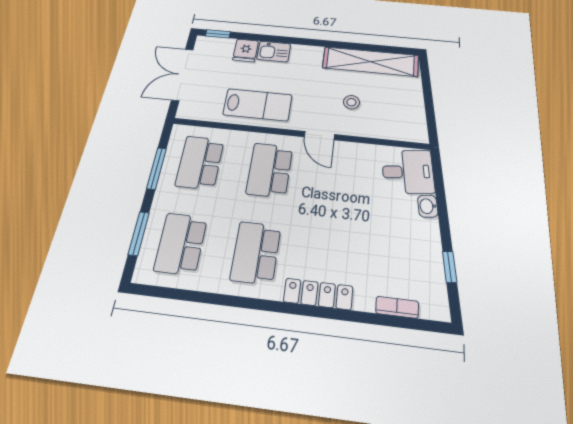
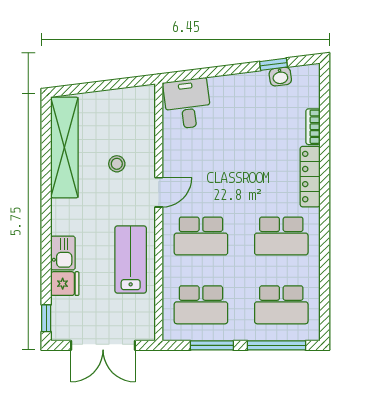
washbasin: (428, 206) -> (280, 77), moved
window: (139, 233) -> (276, 345), width x1.44
bookcase: (397, 307) -> (313, 127), moved

